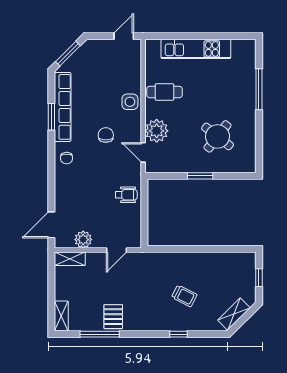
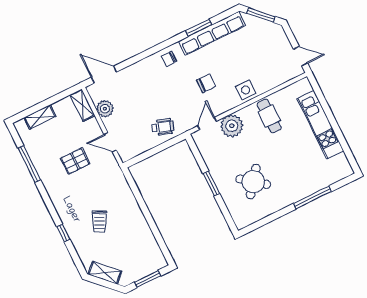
wheelchair: (126, 195) -> (163, 127), turned -71
window: (259, 278) -> (148, 279), width x1.50
shelving: (61, 316) -> (40, 117), moved
pallet: (113, 317) -> (75, 161), moved

